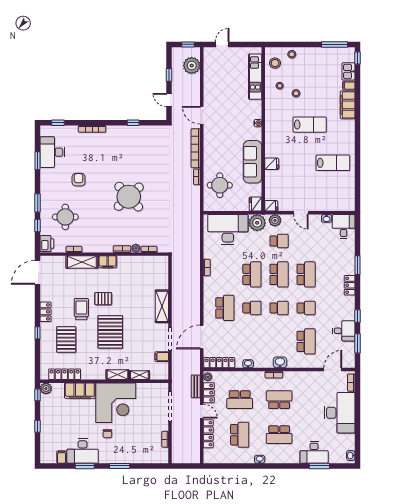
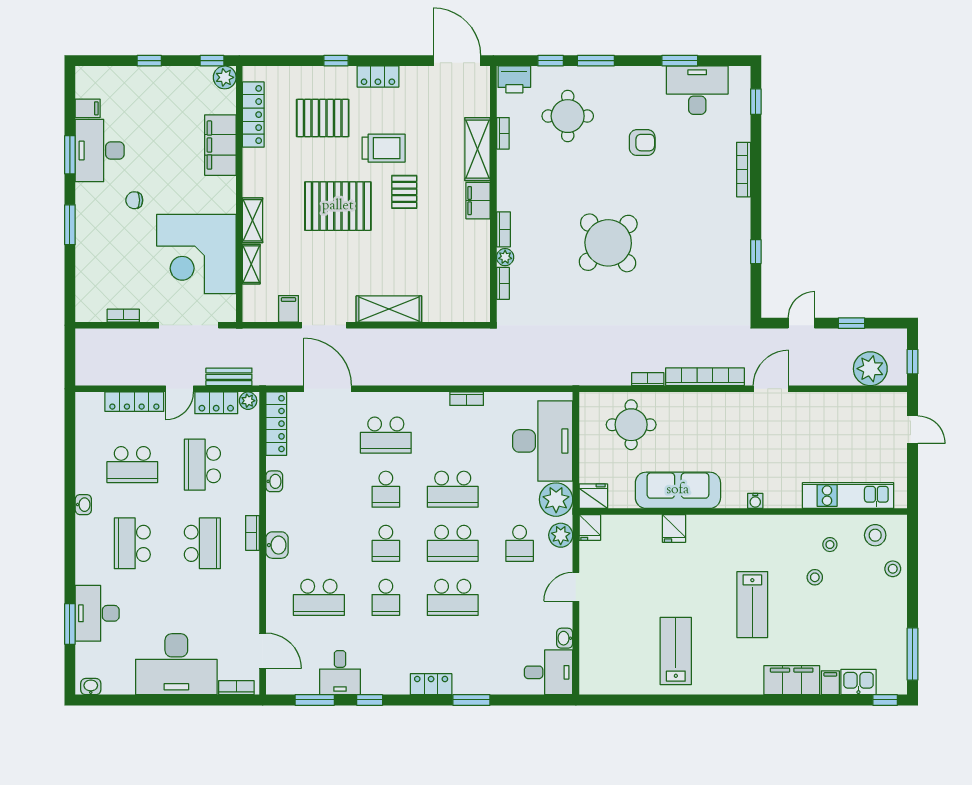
lab bench: (333, 163) -> (676, 651), turned 180
corner desk: (116, 403) -> (196, 254), moved

